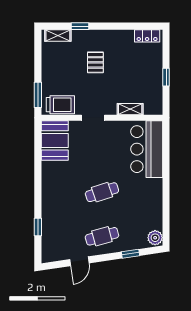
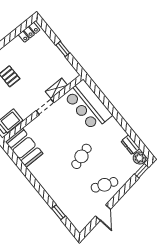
doorway: (93, 118) -> (45, 107), moved
dresser: (157, 218) -> (130, 145), added
cafe table: (102, 236) -> (105, 185), turned 36
window: (130, 254) -> (142, 171), moved

